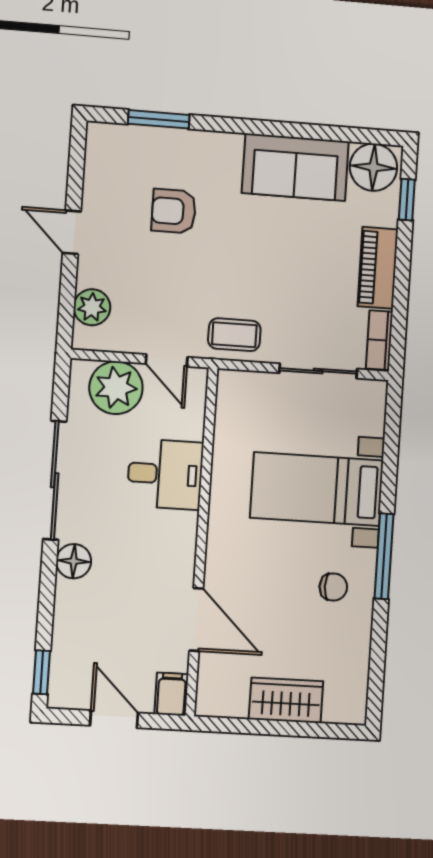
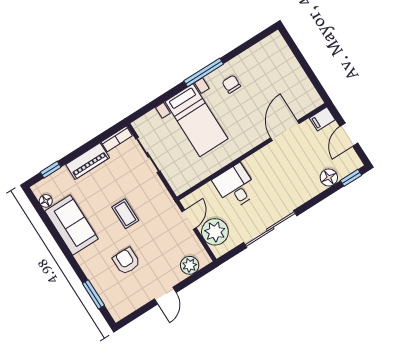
floor lamp: (373, 167) -> (46, 201), width x0.53, depth x0.53
armchair: (174, 211) -> (126, 261), turned 180
coffee table: (234, 335) -> (125, 214), moved
floor lamp: (74, 561) -> (329, 178), moved
wardrobe: (286, 700) -> (291, 70), removed

